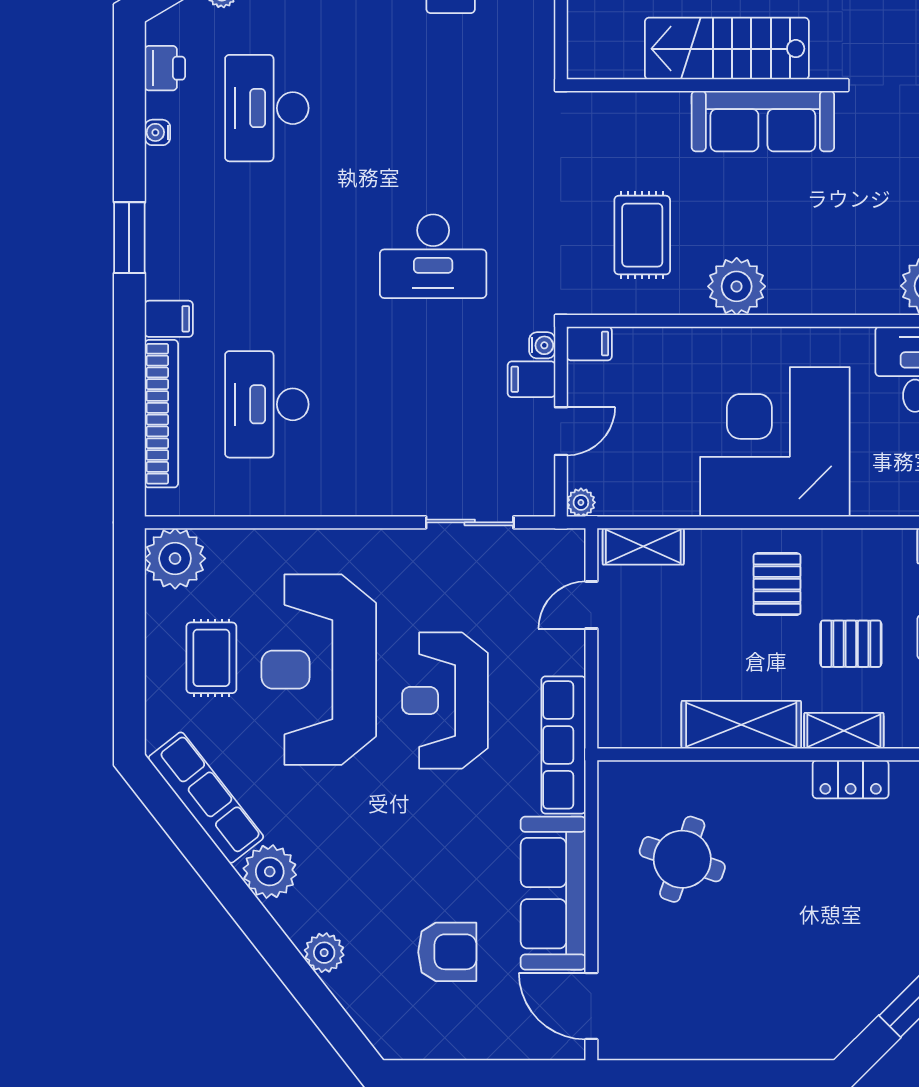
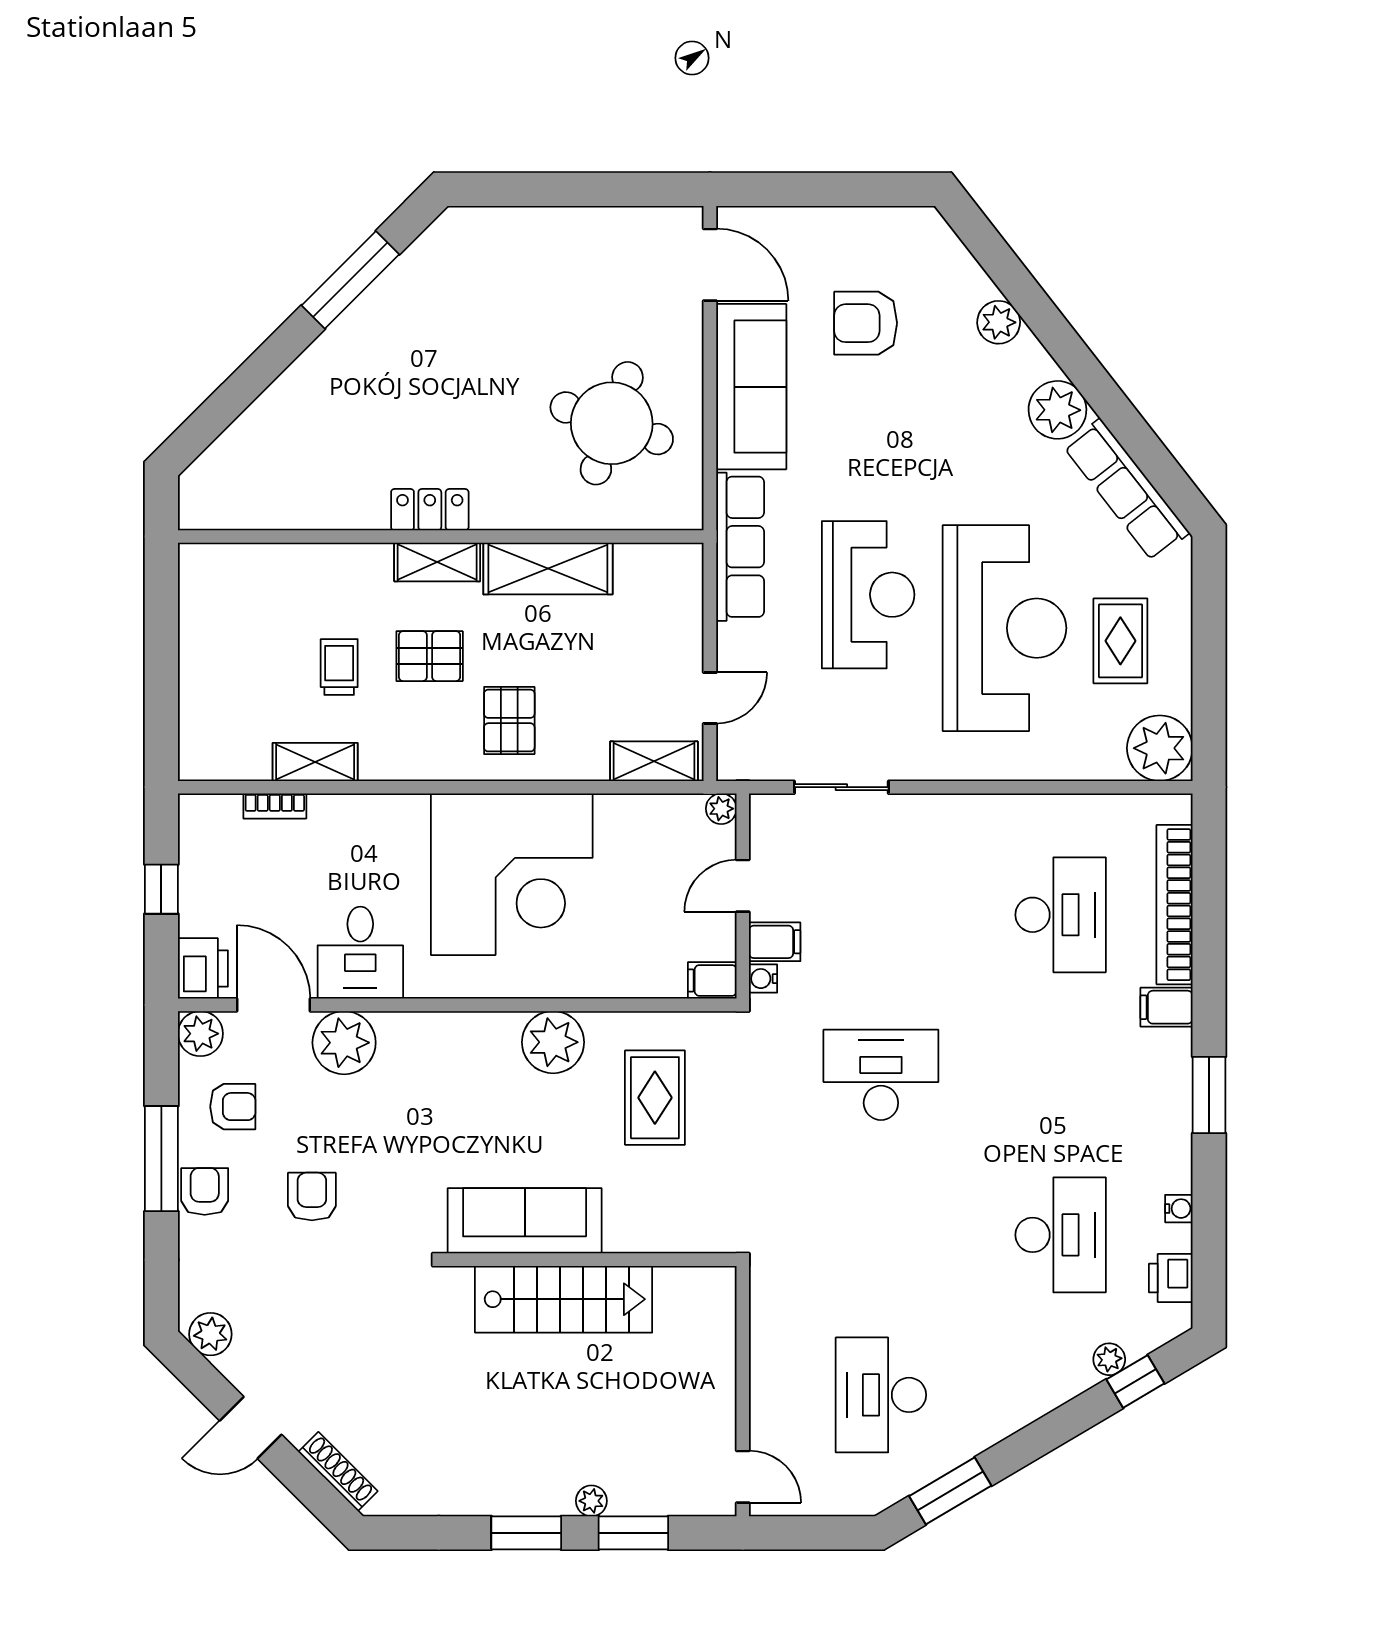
round table: (682, 859) -> (612, 423), width x1.36, depth x1.36

